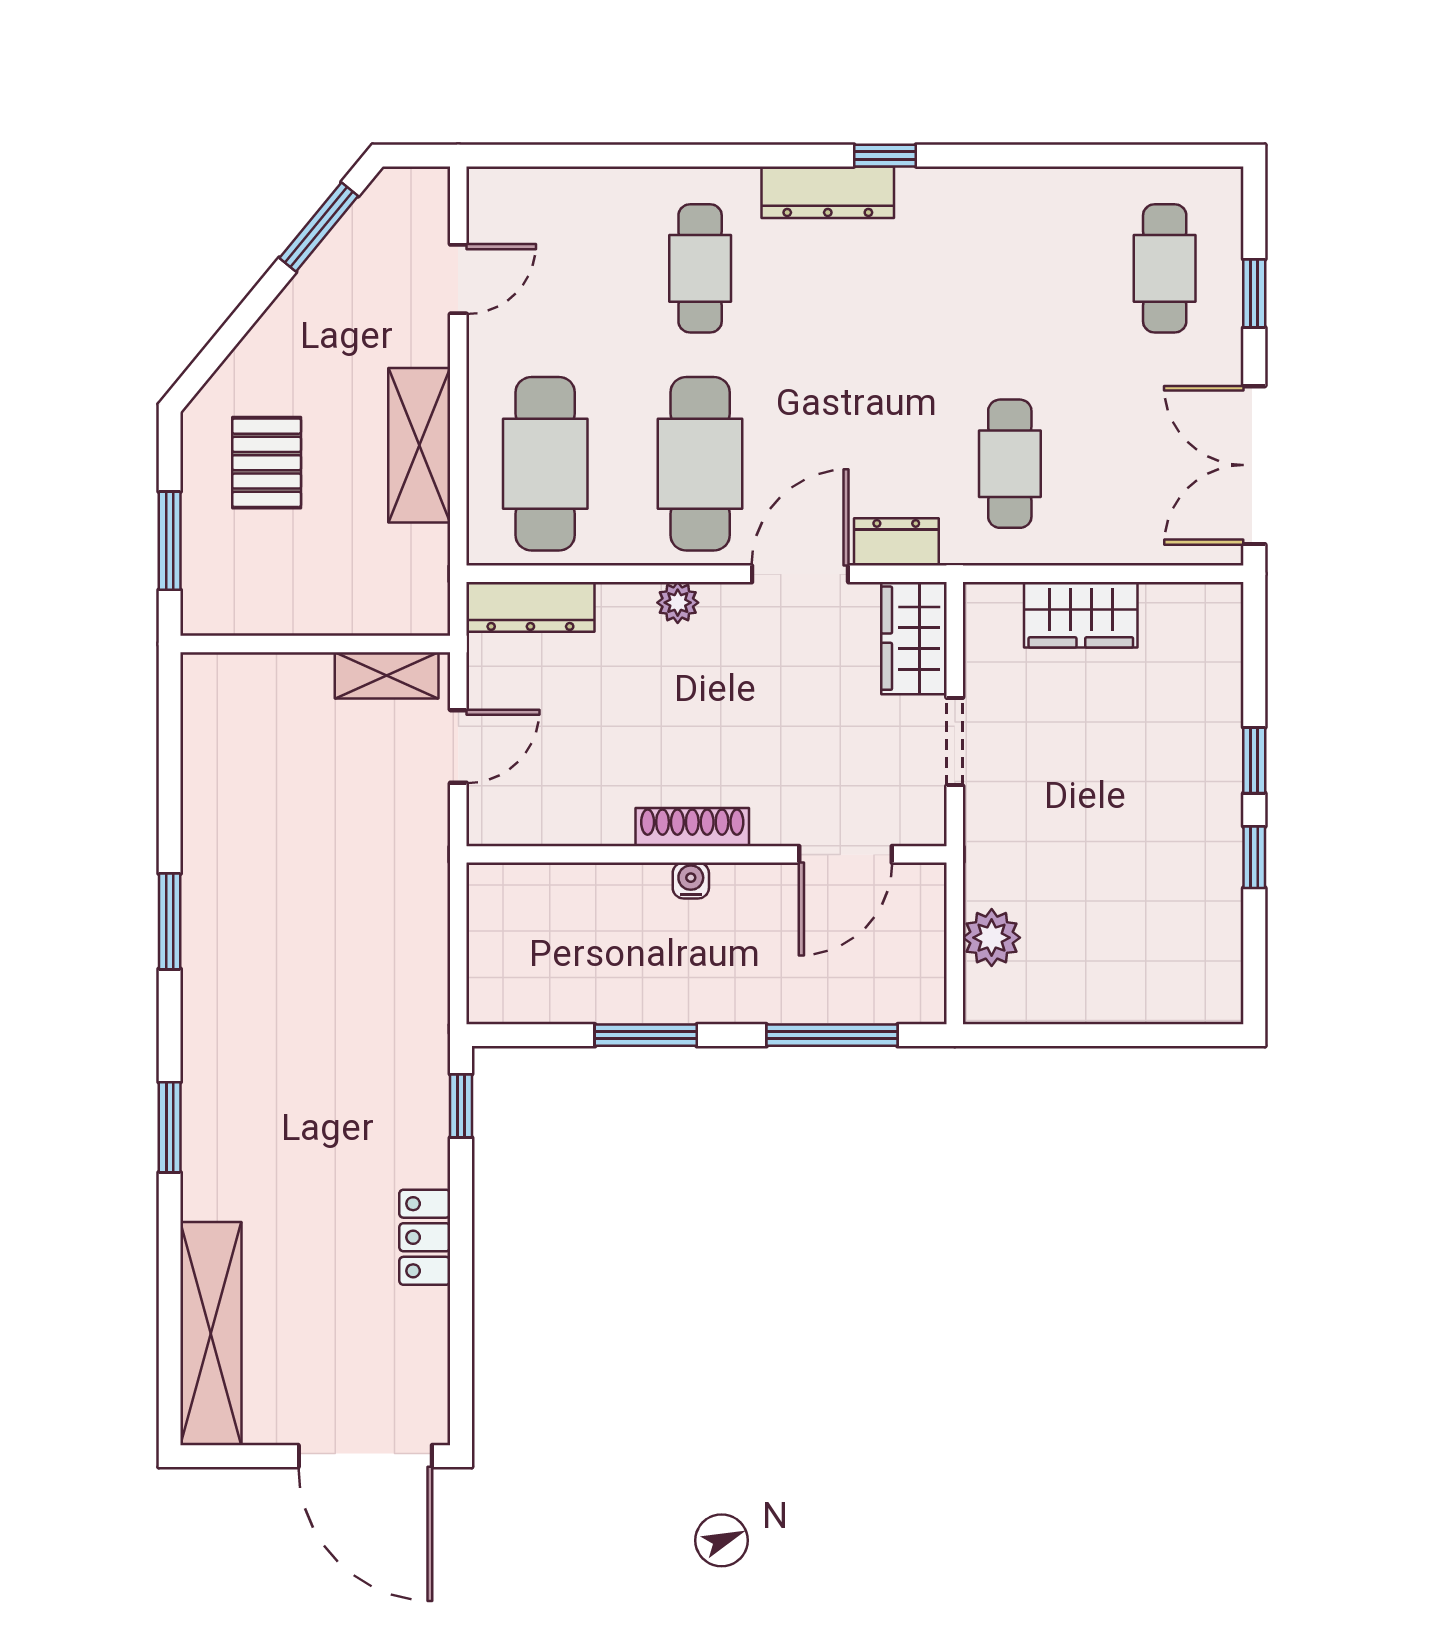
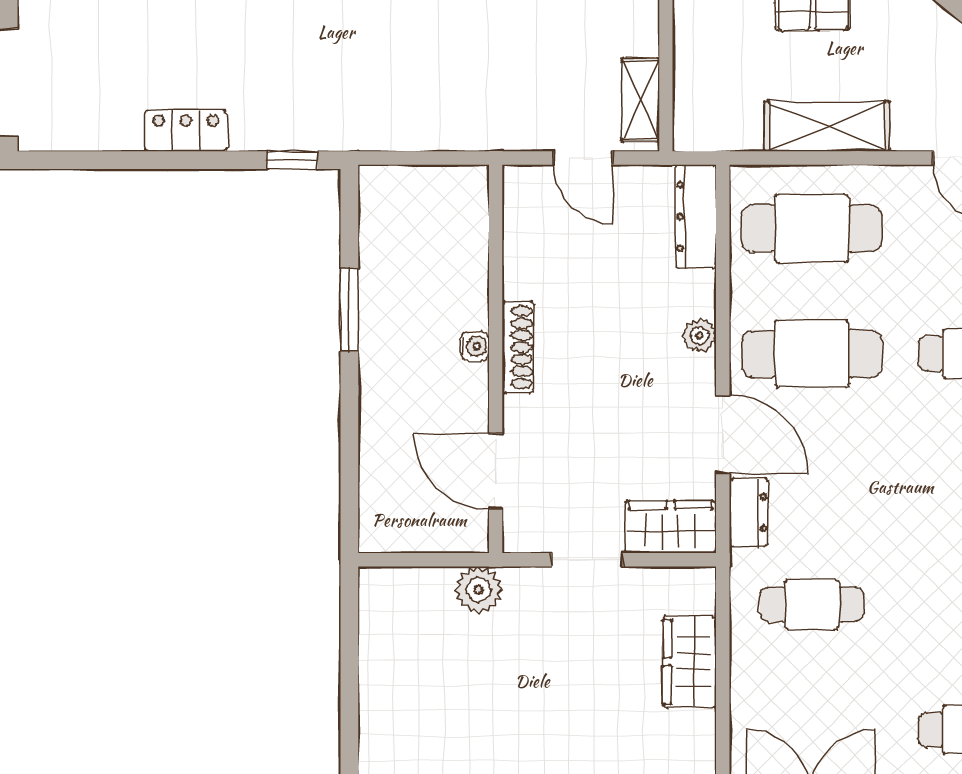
plant: (992, 938) -> (478, 590), moved
window: (832, 1035) -> (349, 460), removed

